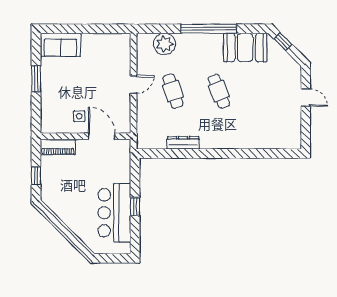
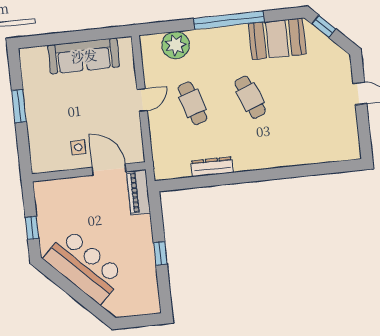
sofa: (60, 45) -> (84, 56), moved, width x1.36
piano: (58, 147) -> (138, 192), moved, turned 90
bar counter: (114, 213) -> (84, 266), moved, turned 135

